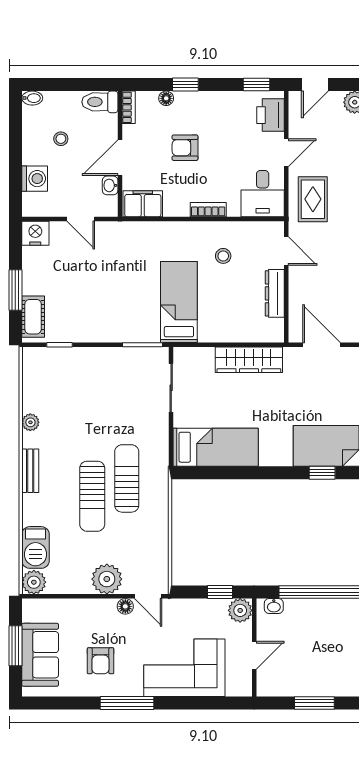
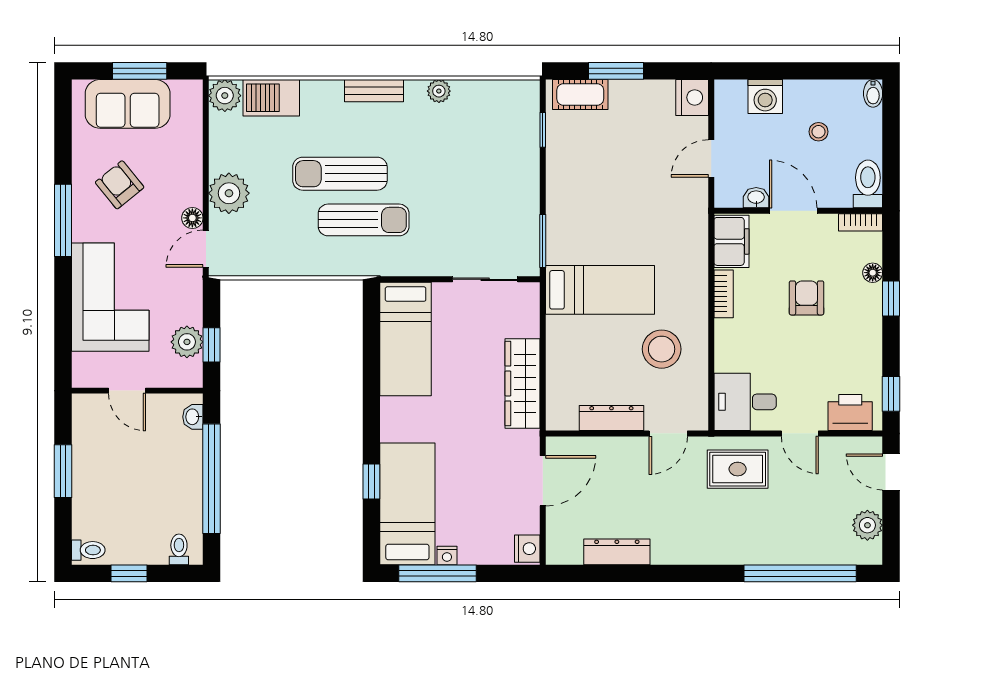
bookcase: (208, 210) -> (724, 294), moved
stool: (223, 256) -> (662, 349), width x1.89, depth x1.89
plant: (240, 610) -> (187, 342), moved
armchair: (101, 661) -> (120, 185), turned 51

